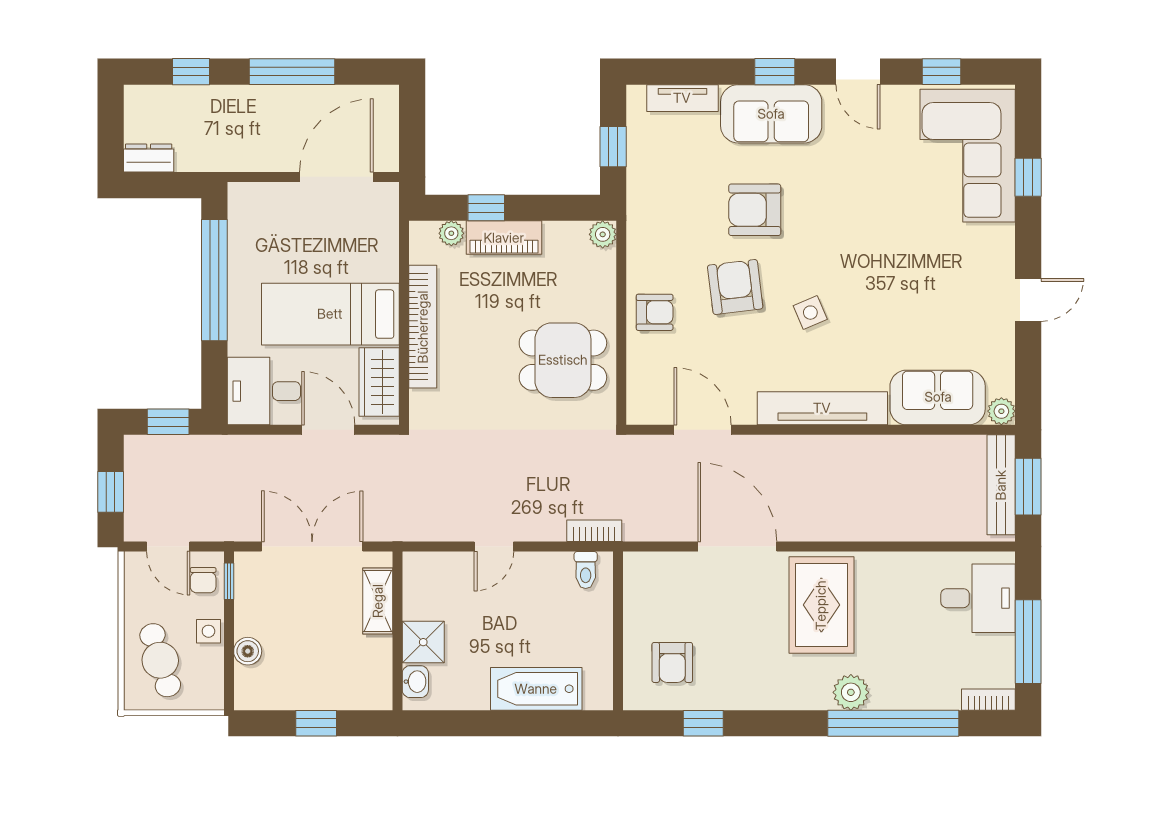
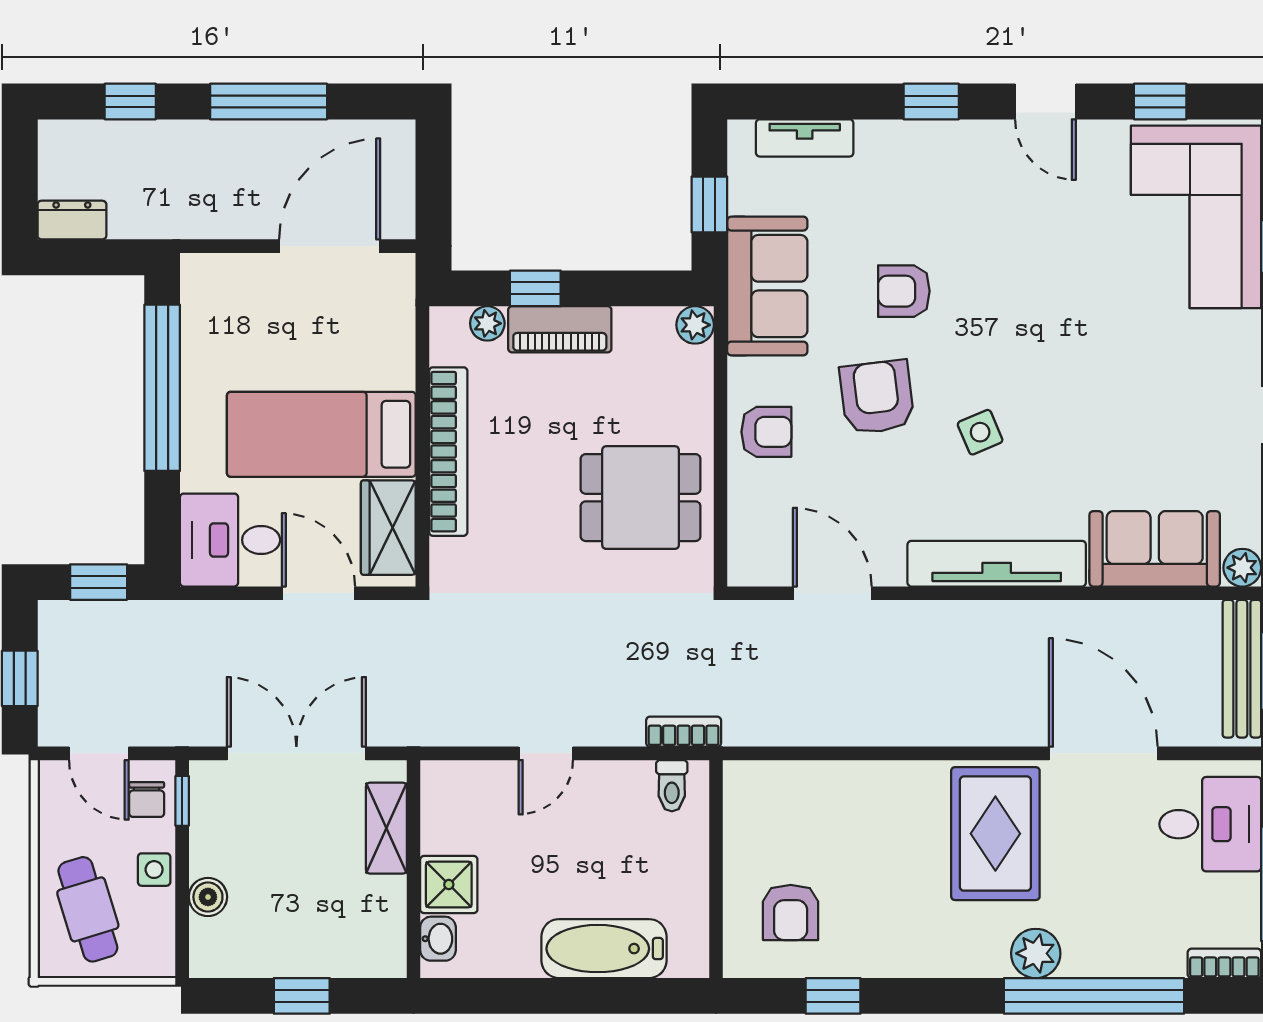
sofa: (771, 114) -> (767, 286), moved, turned -90
armchair: (755, 210) -> (904, 291), width x0.72, depth x0.72
door: (737, 547) -> (1103, 753), moved

